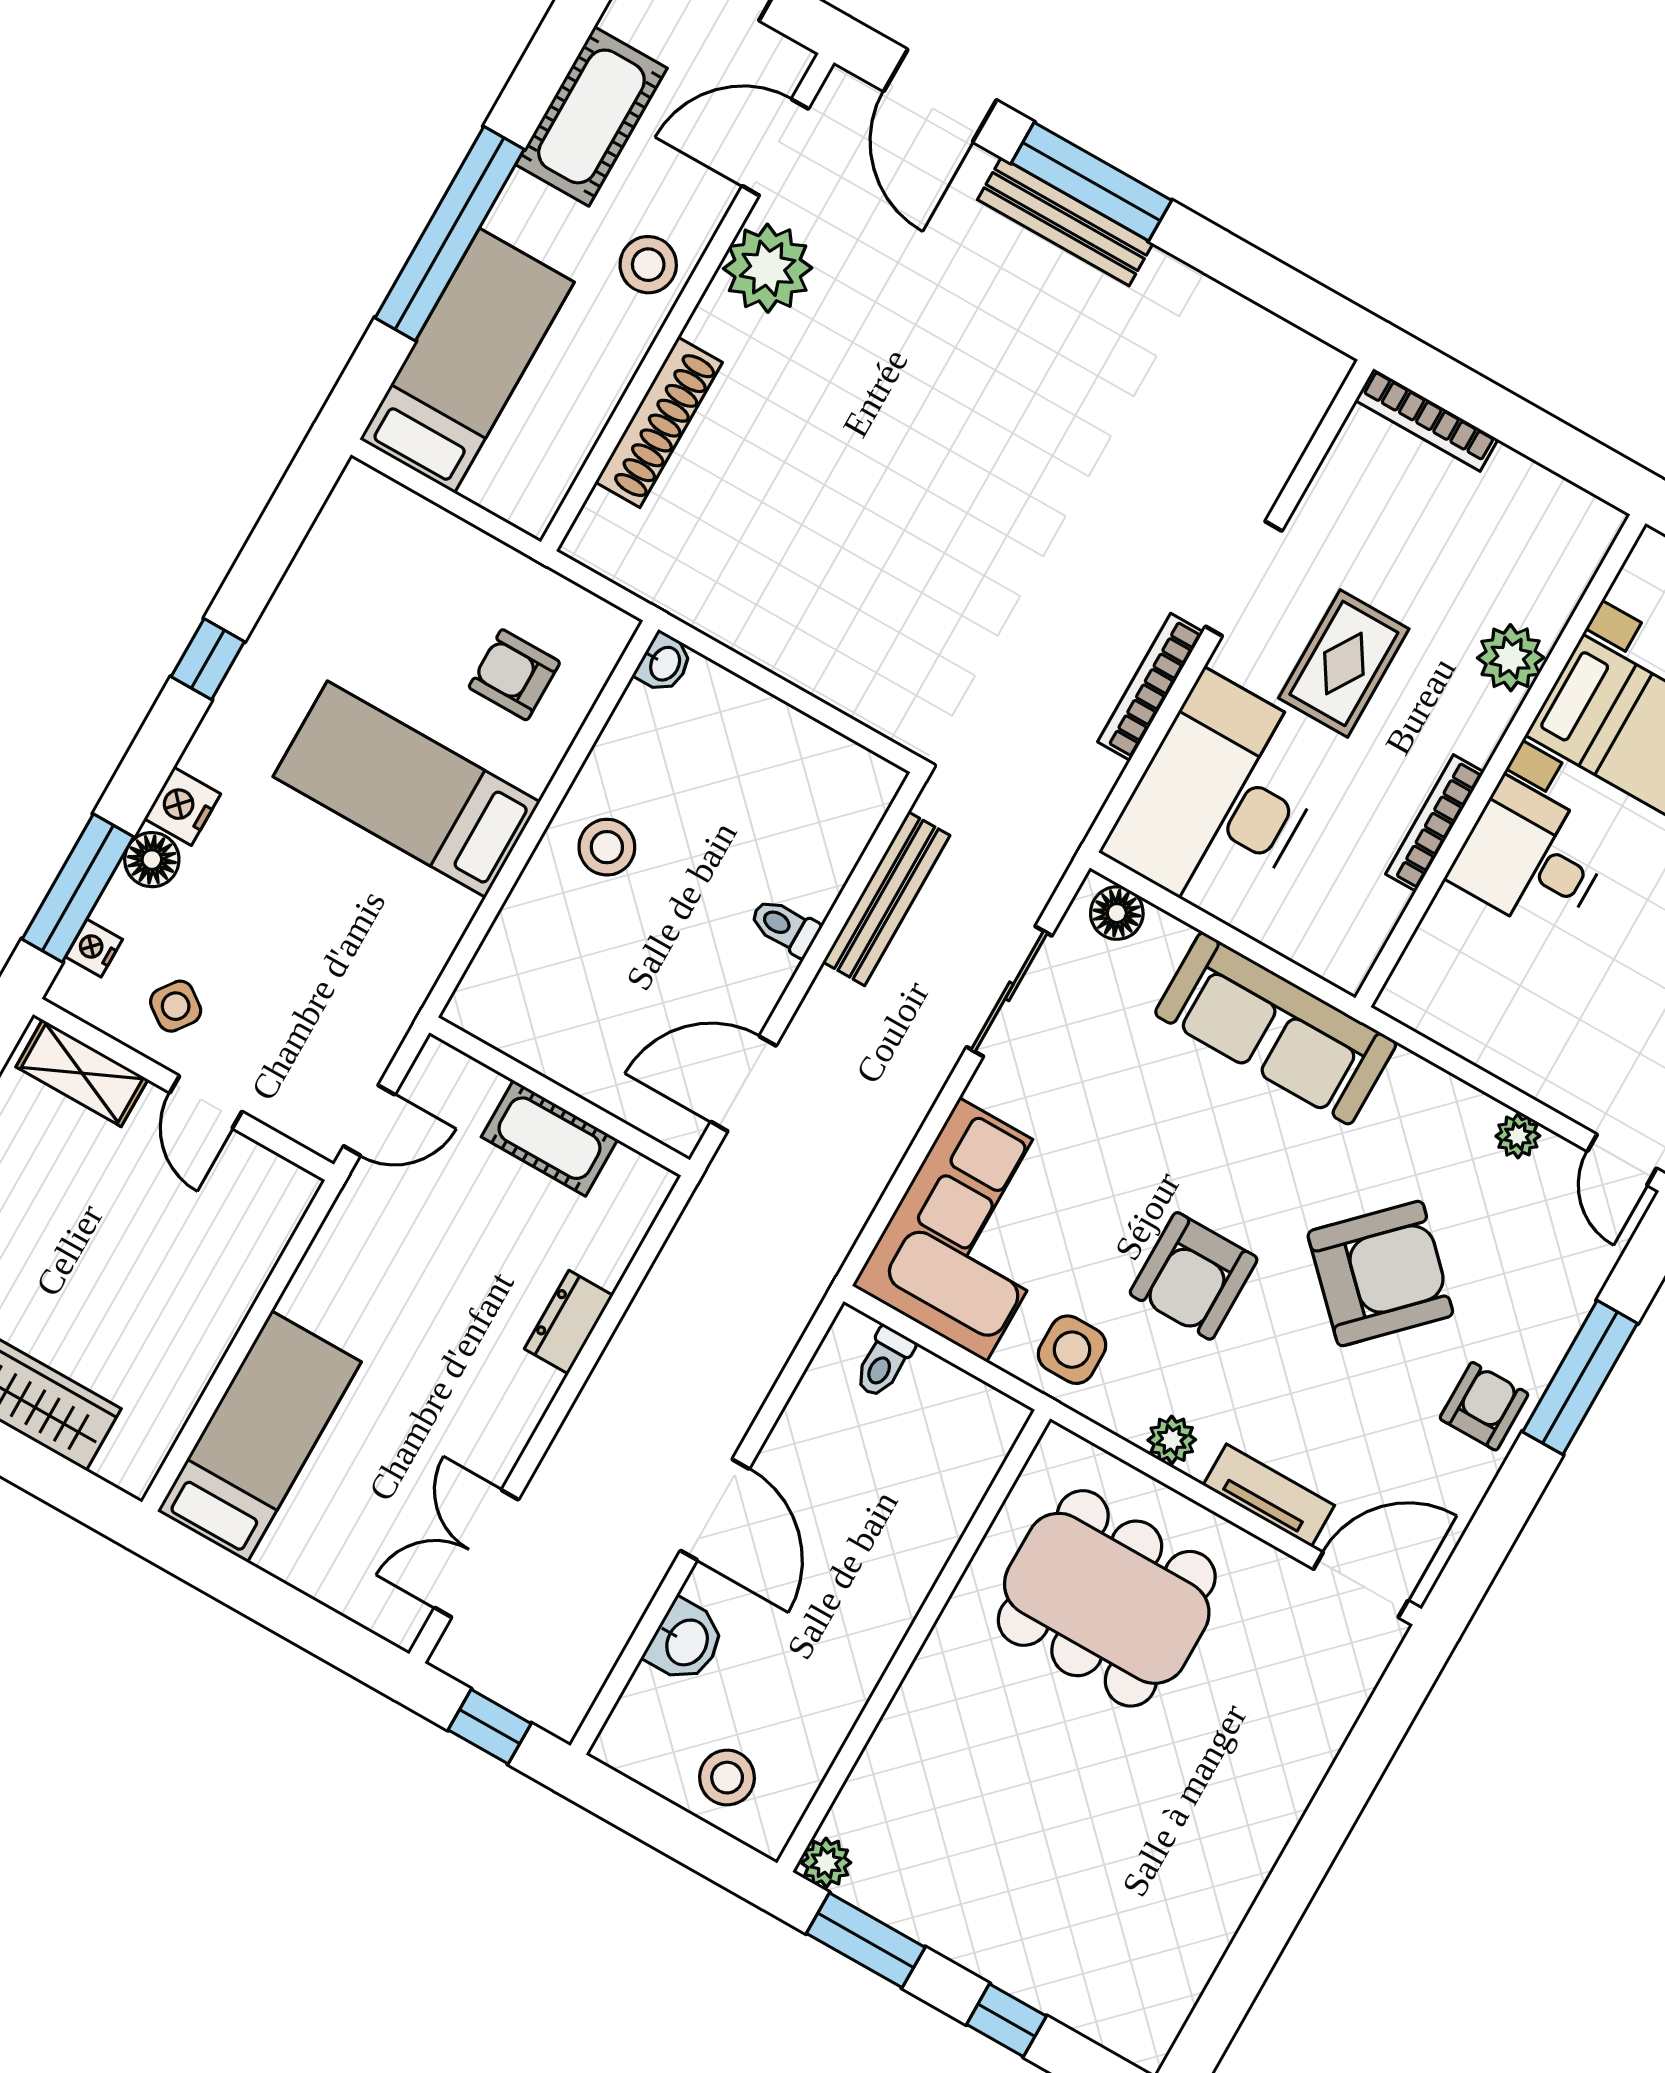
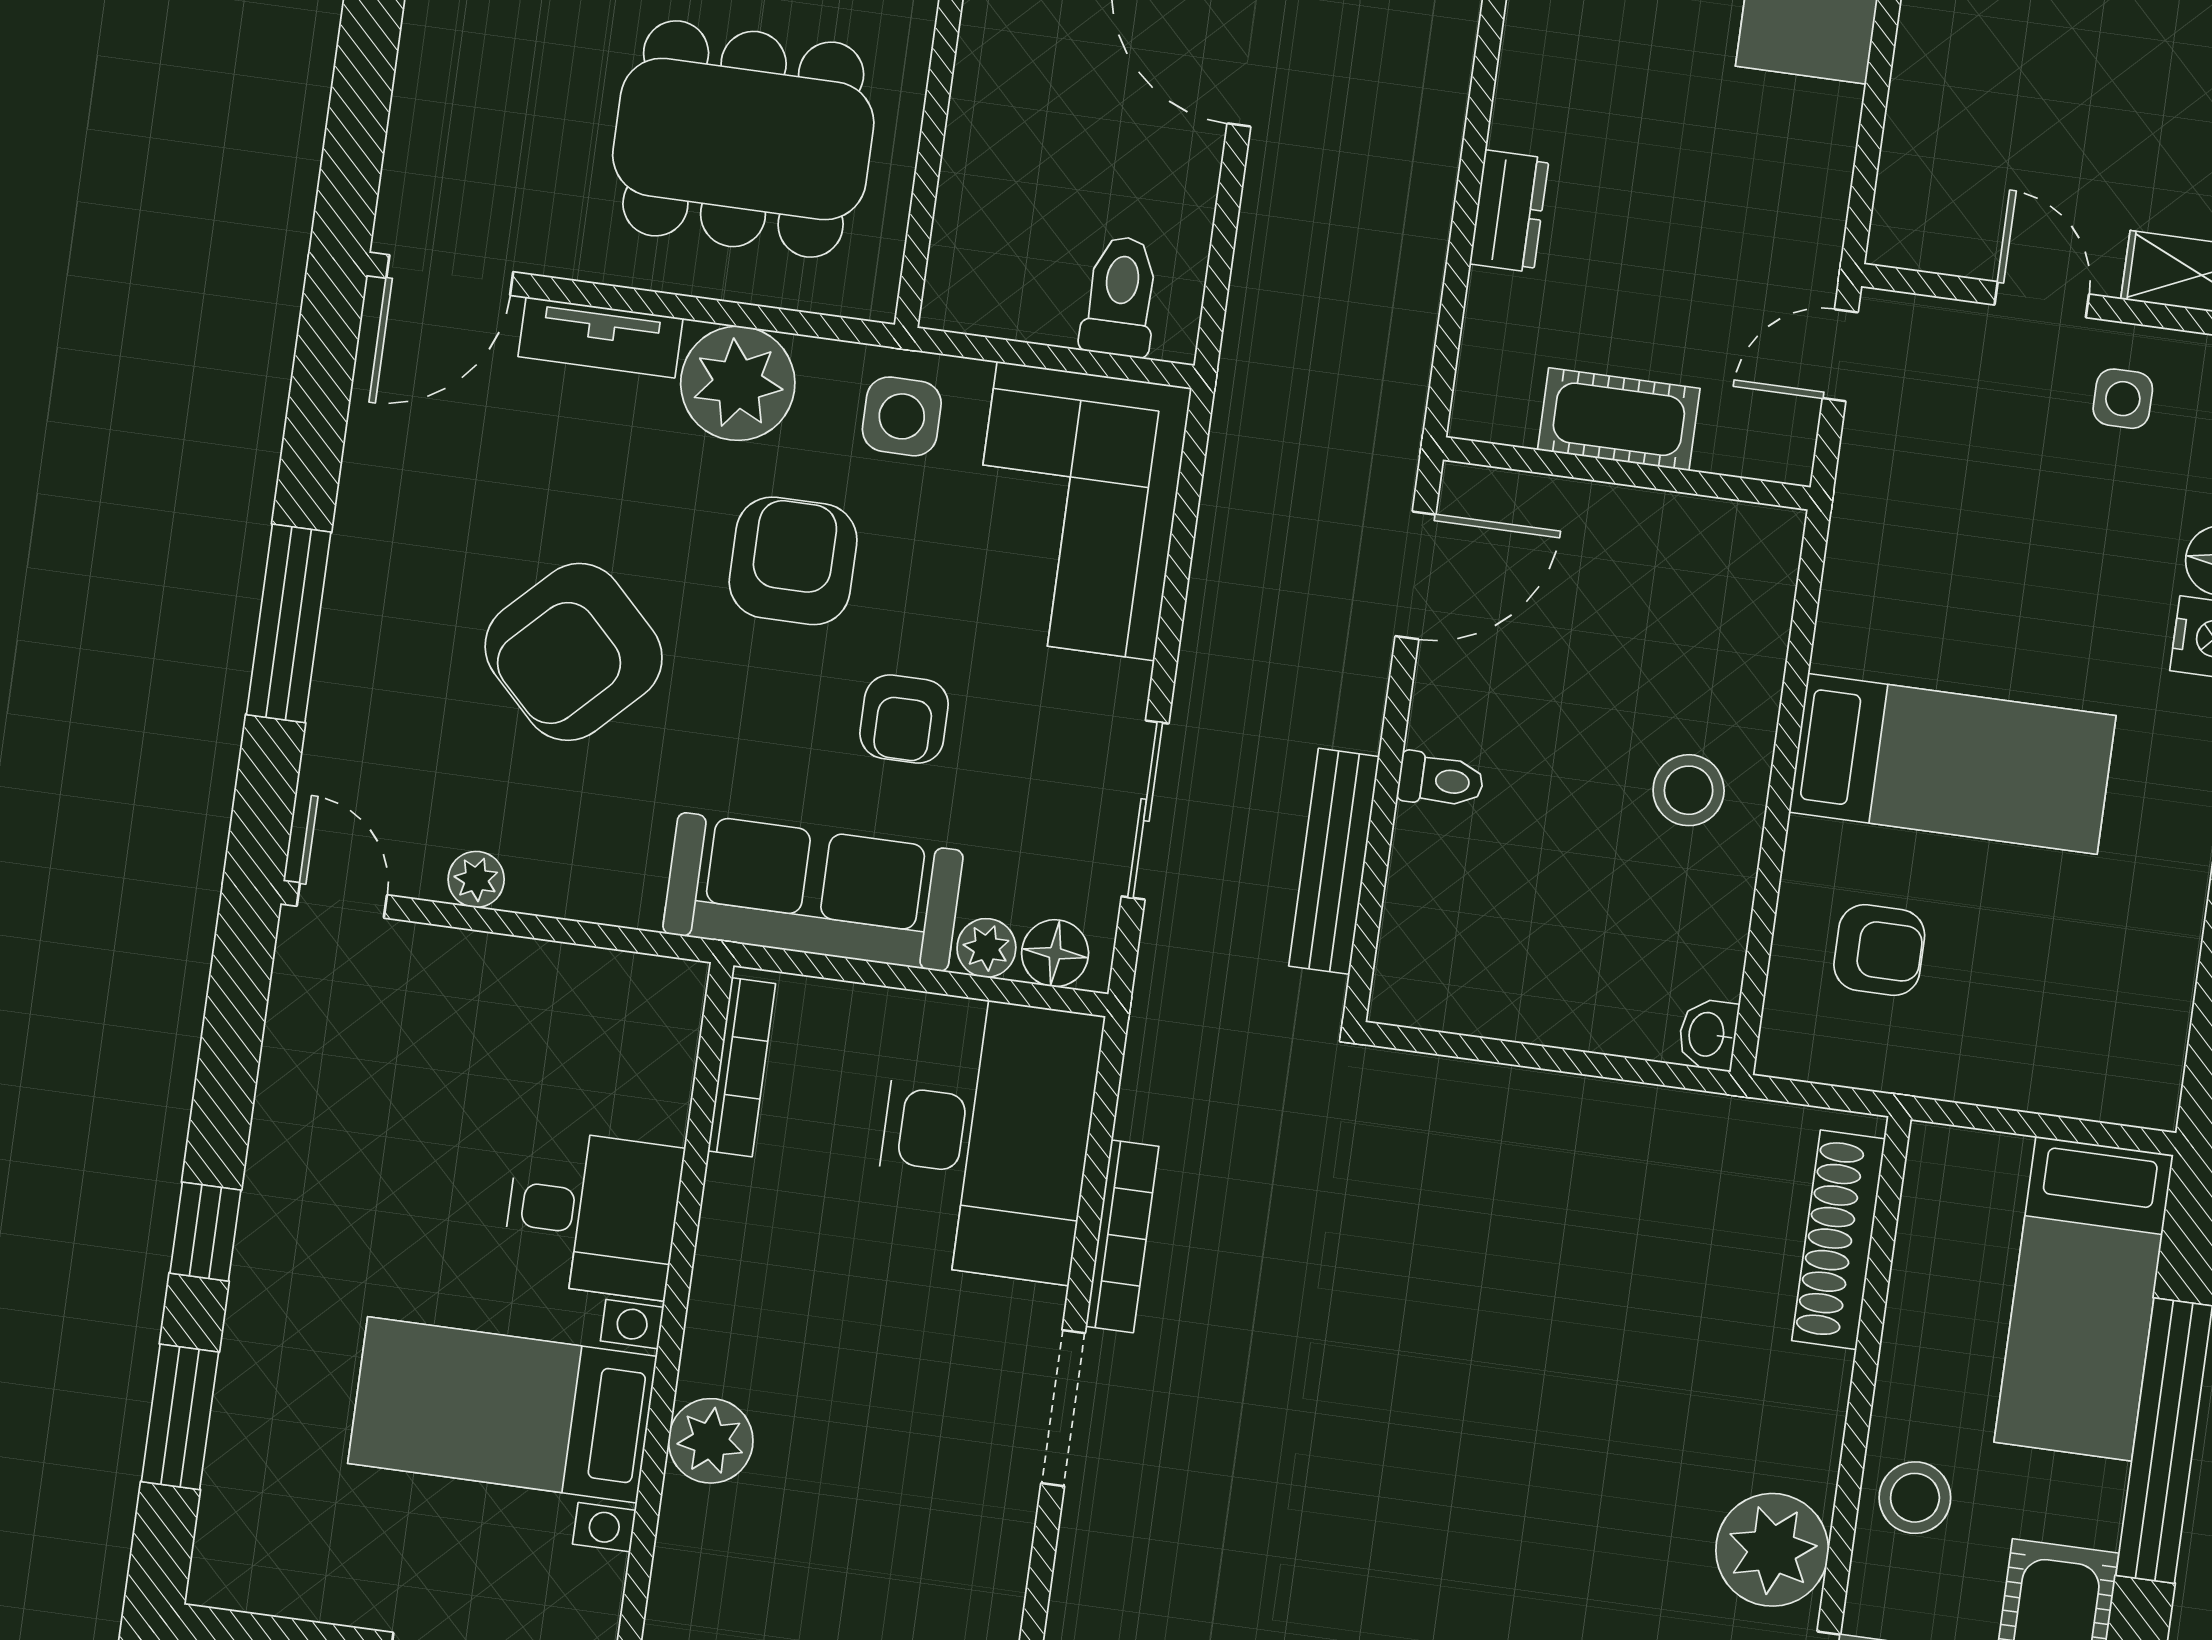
shoe rack: (659, 422) -> (1838, 1240), moved
rug: (1344, 663) -> (905, 1355), removed
bookcase: (1435, 823) -> (742, 1067), moved
plant: (1165, 937) -> (986, 948), added
side table: (176, 1006) -> (2123, 399), turned -36
toilet: (884, 1362) -> (1120, 296), width x1.37, depth x1.39
armchair: (1484, 1406) -> (904, 719), moved
plant: (1172, 1440) -> (738, 383), width x1.88, depth x1.88

